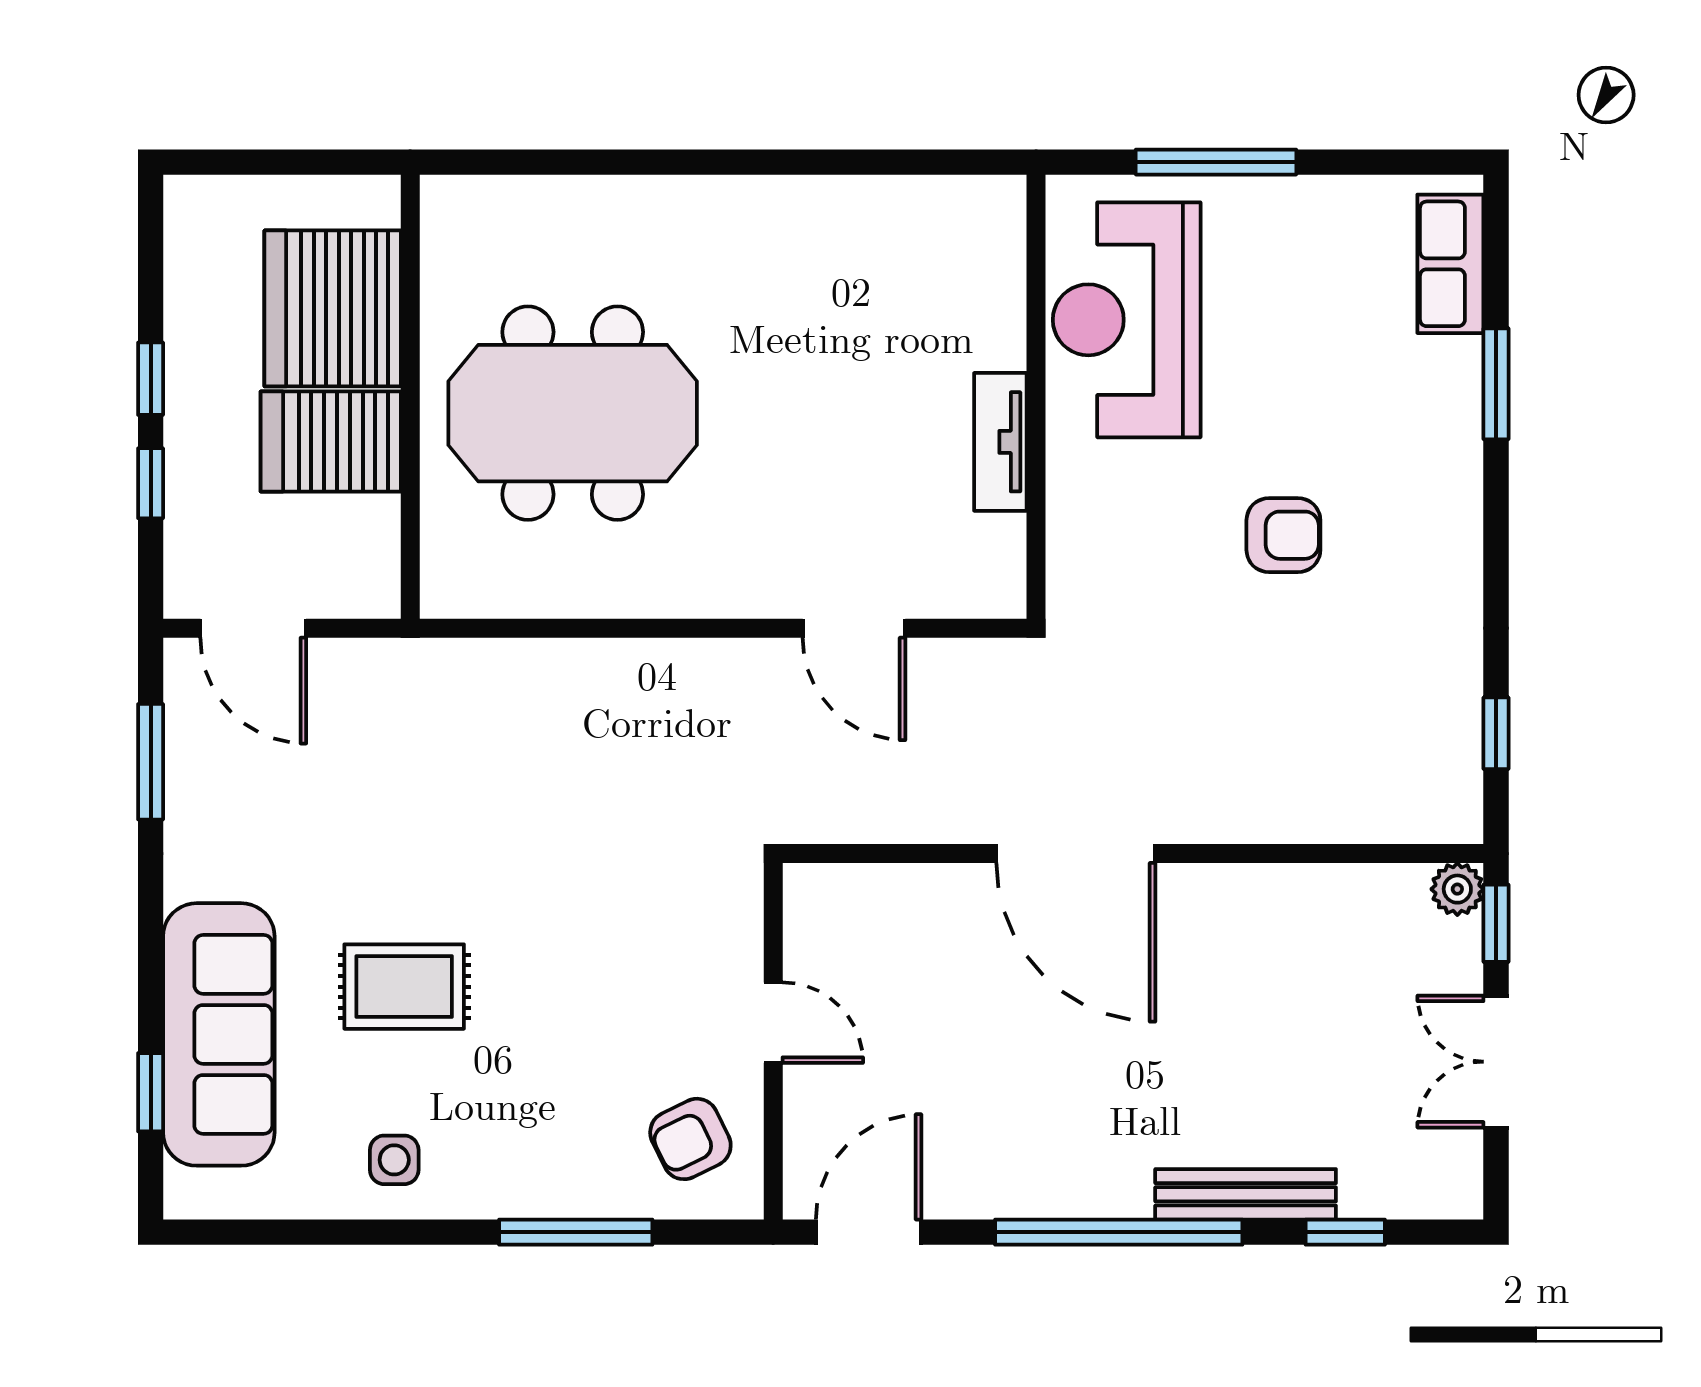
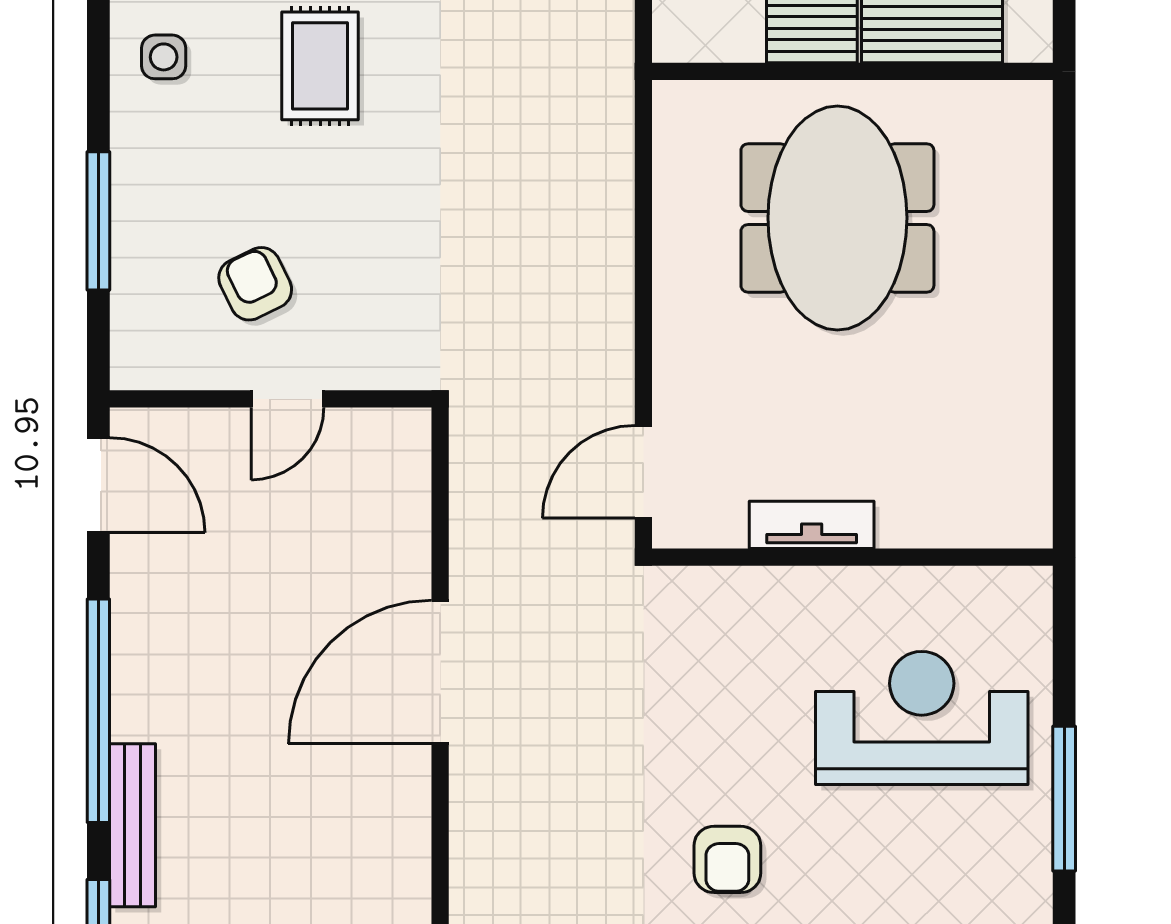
wall: (1036, 397) -> (852, 557), moved
tv unit: (1000, 442) -> (812, 525), moved
armchair: (690, 1139) -> (255, 284), moved

